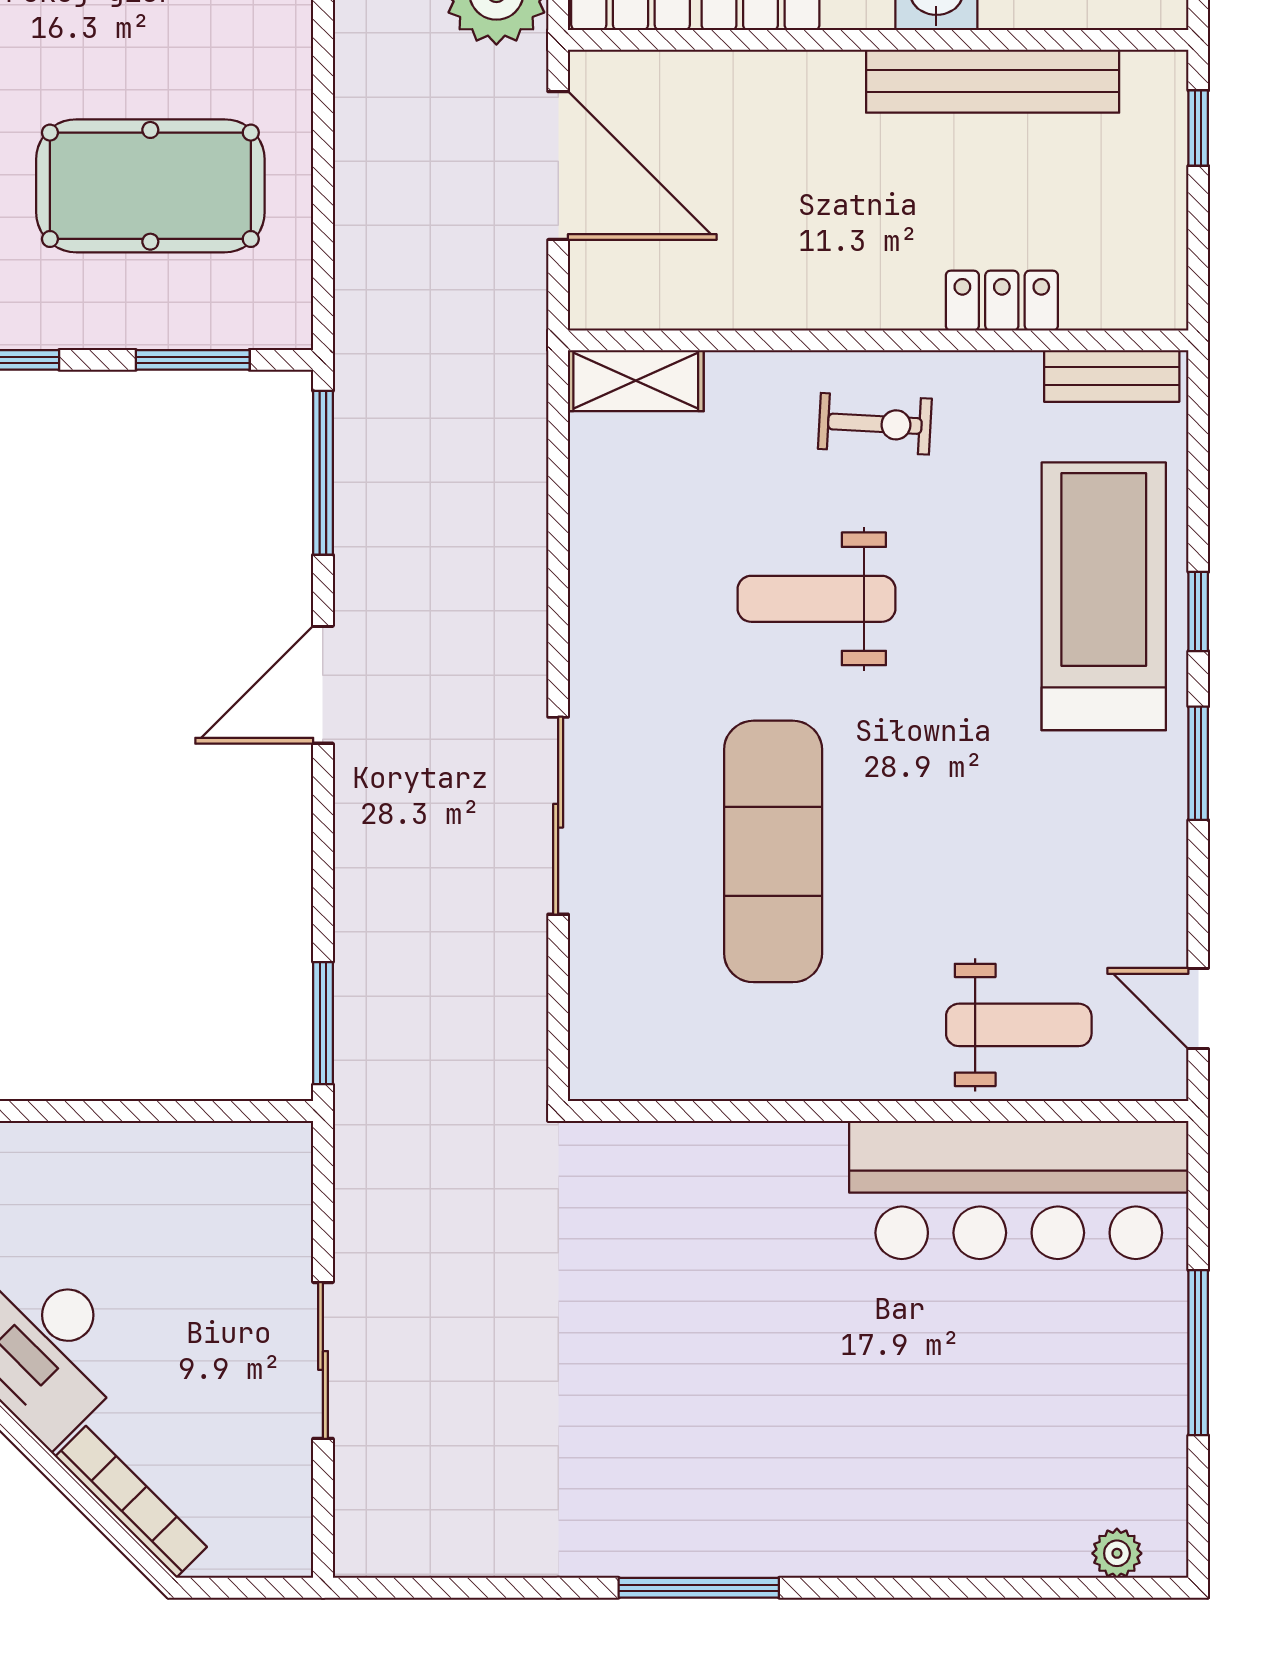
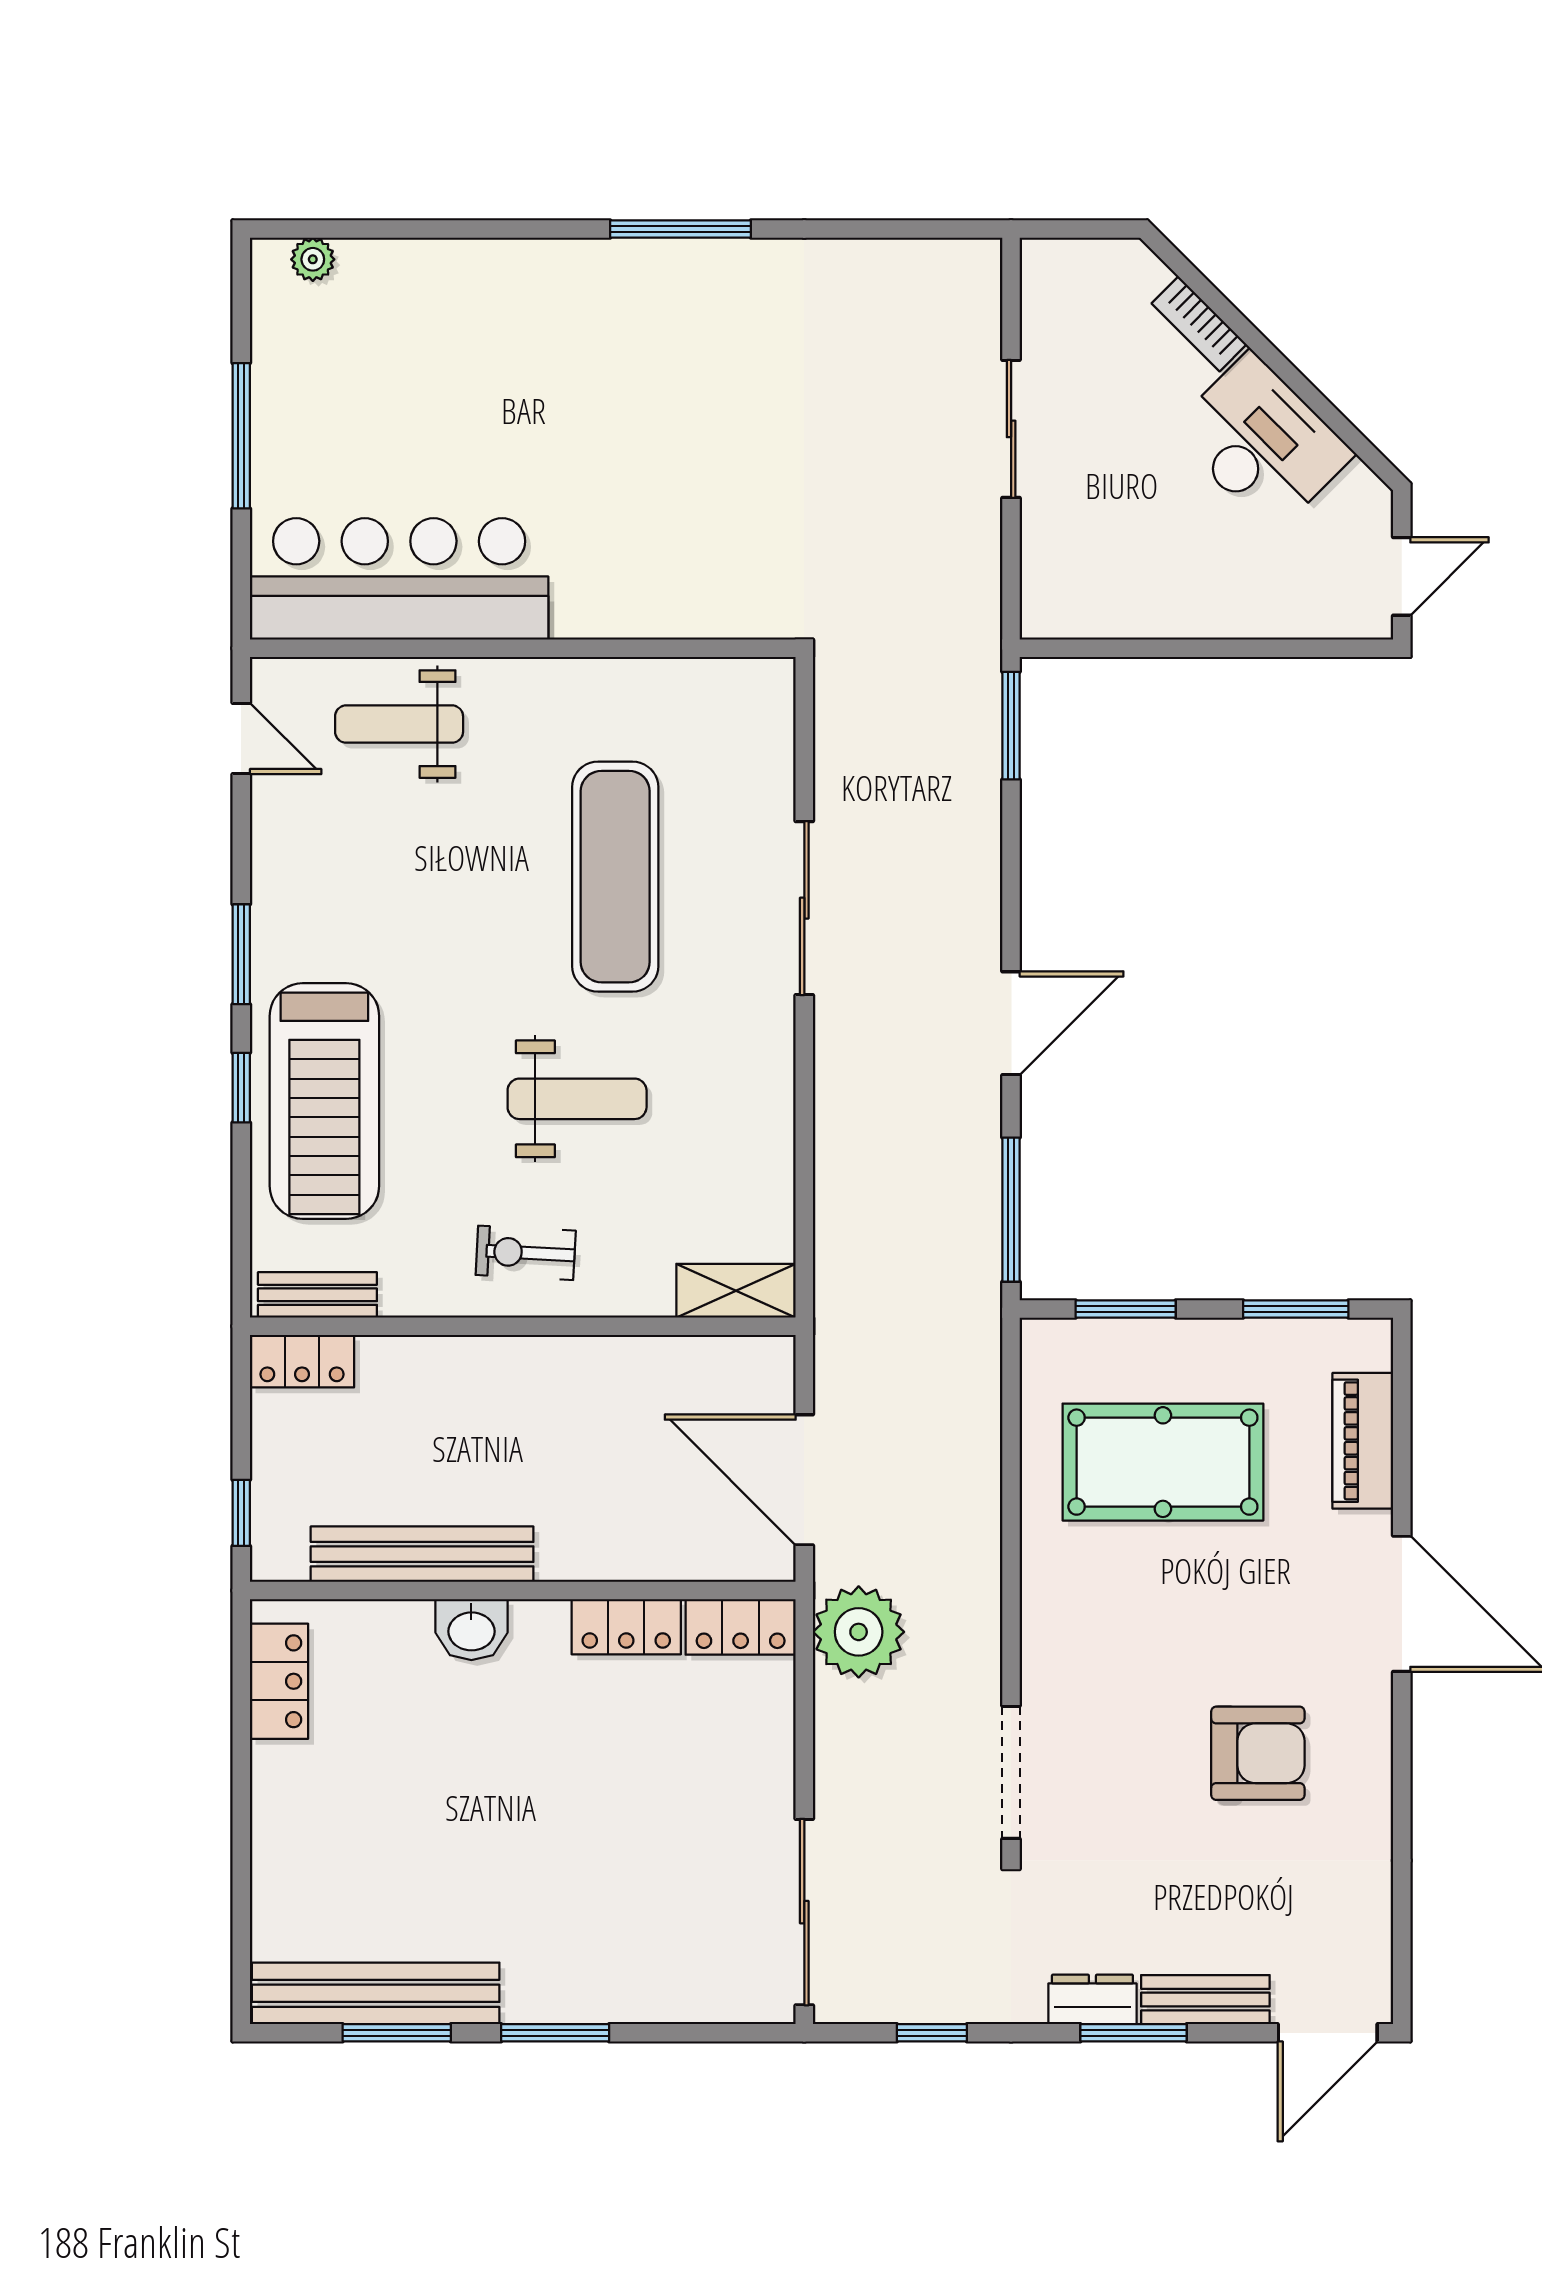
locker: (1002, 301) -> (302, 1361), moved
bookcase: (131, 1502) -> (1199, 324), width x0.64

